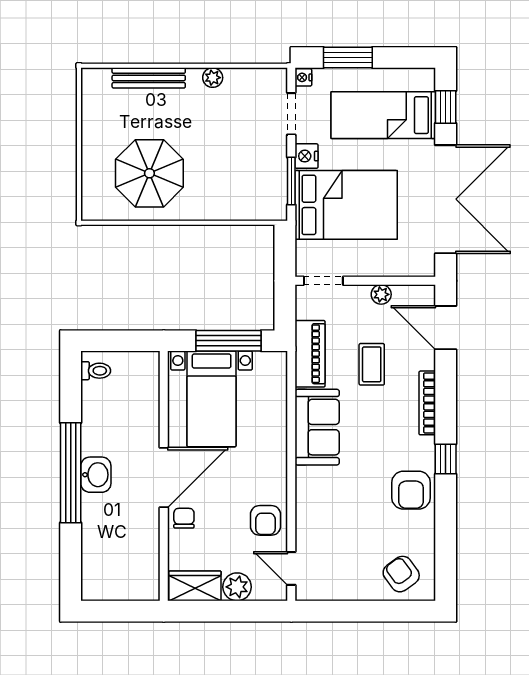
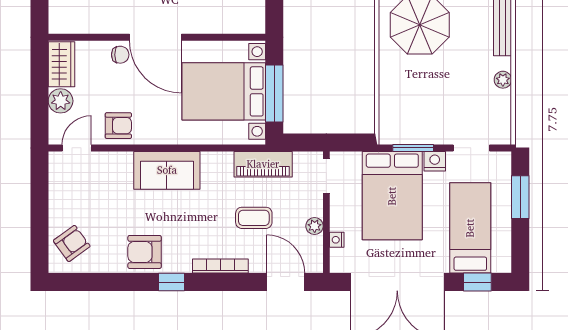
nightstand: (303, 77) -> (337, 240), moved, turned -90
door: (446, 328) -> (286, 282), hinge flipped
bed with nightstands: (212, 399) -> (224, 91), width x1.36
sofa: (317, 427) -> (167, 170), moved
armchair: (266, 520) -> (118, 126), turned 180

